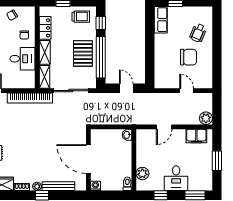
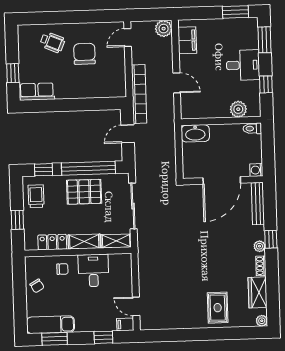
door: (187, 91) -> (128, 38), moved
bookcase: (30, 98) -> (139, 94), moved
washbasin: (127, 135) -> (195, 133), width x1.91, depth x1.45
window: (217, 161) -> (235, 12), moved
bench: (58, 186) -> (258, 204), moved

